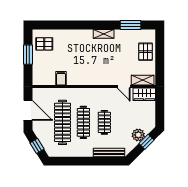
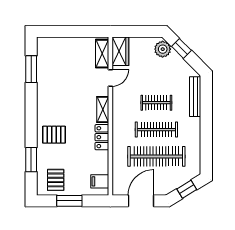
window: (60, 25) -> (31, 160), added
shelving: (104, 34) -> (103, 110), moved
pallet: (146, 52) -> (54, 135), moved
filing cabinet: (61, 78) -> (100, 181), moved
locker: (77, 80) -> (102, 137), added
plant: (138, 135) -> (163, 49), moved

